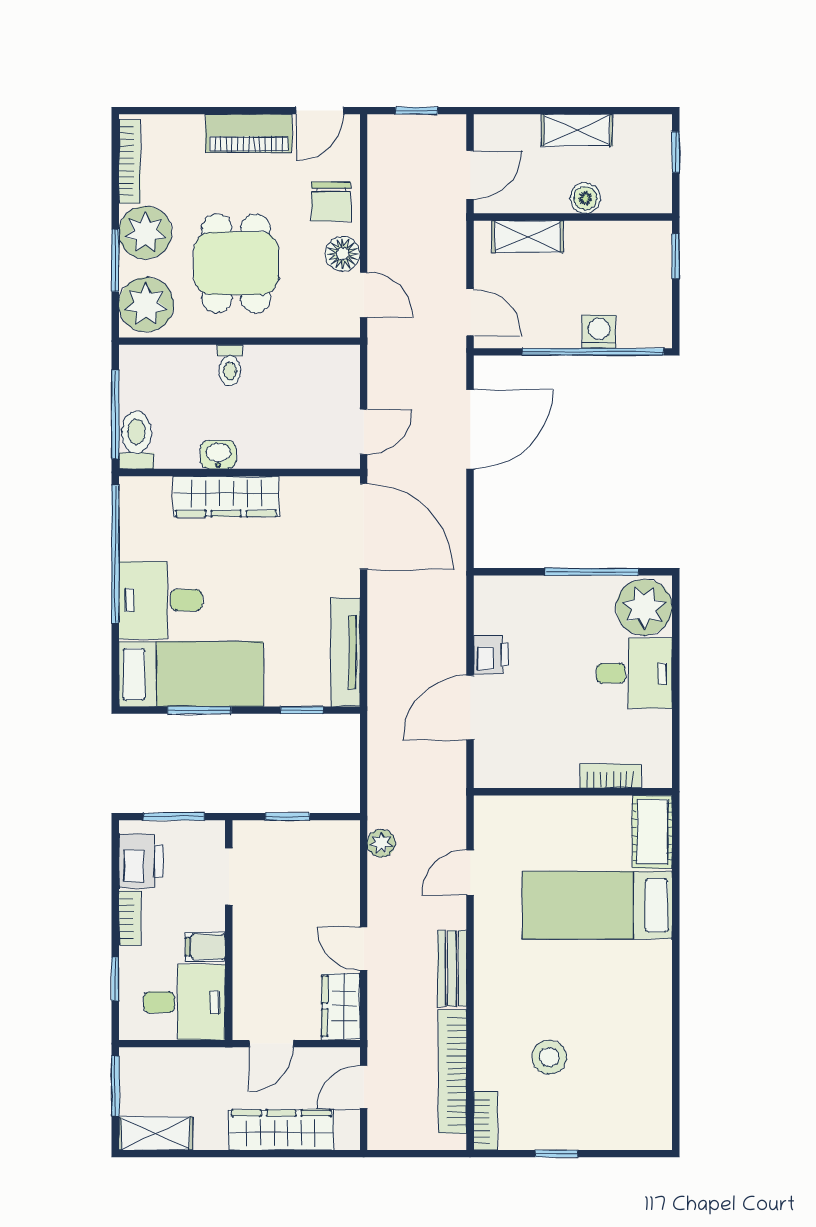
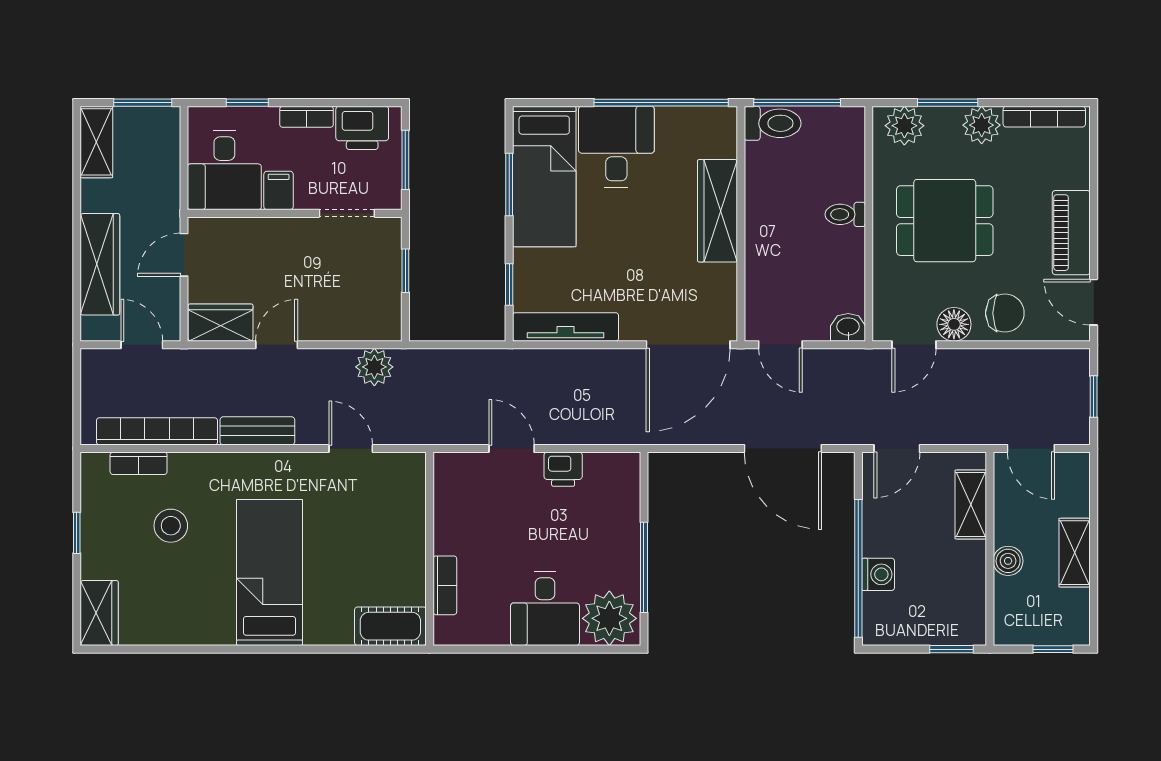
chair: (331, 202) -> (1005, 313), turned 180
plant: (145, 233) -> (982, 125), width x0.73, depth x0.73
plant: (146, 305) -> (904, 126), width x0.73, depth x0.73
washbasin: (218, 455) -> (848, 327), moved, turned -90
door: (470, 708) -> (512, 448), width x0.73
plant: (381, 843) -> (374, 367), width x1.38, depth x1.38
bed: (597, 905) -> (269, 573), moved
door: (271, 1044) -> (184, 255), hinge flipped
bookcase: (485, 1121) -> (139, 463), moved
wardrobe: (639, 1131) -> (99, 613), added

